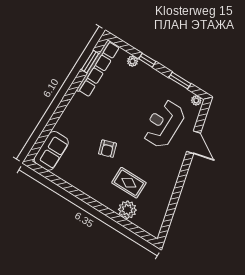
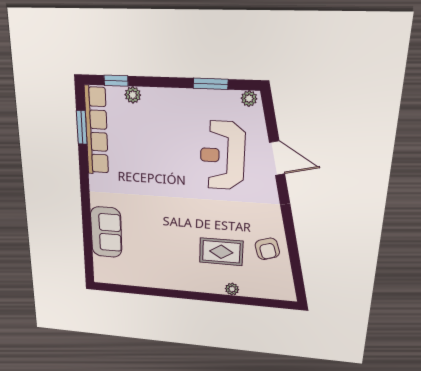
window: (147, 60) -> (116, 81), moved
armchair: (108, 149) -> (267, 249), moved
sofa: (51, 151) -> (106, 232), moved
plant: (127, 210) -> (232, 289), width x0.53, depth x0.53

